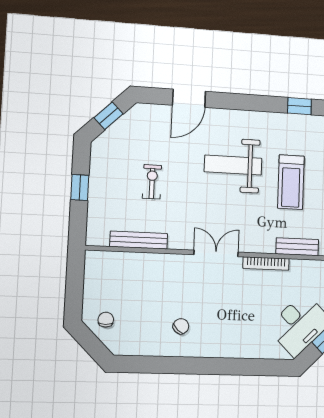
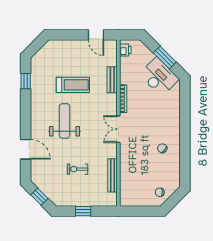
weight bench: (233, 165) -> (65, 121), turned 180

